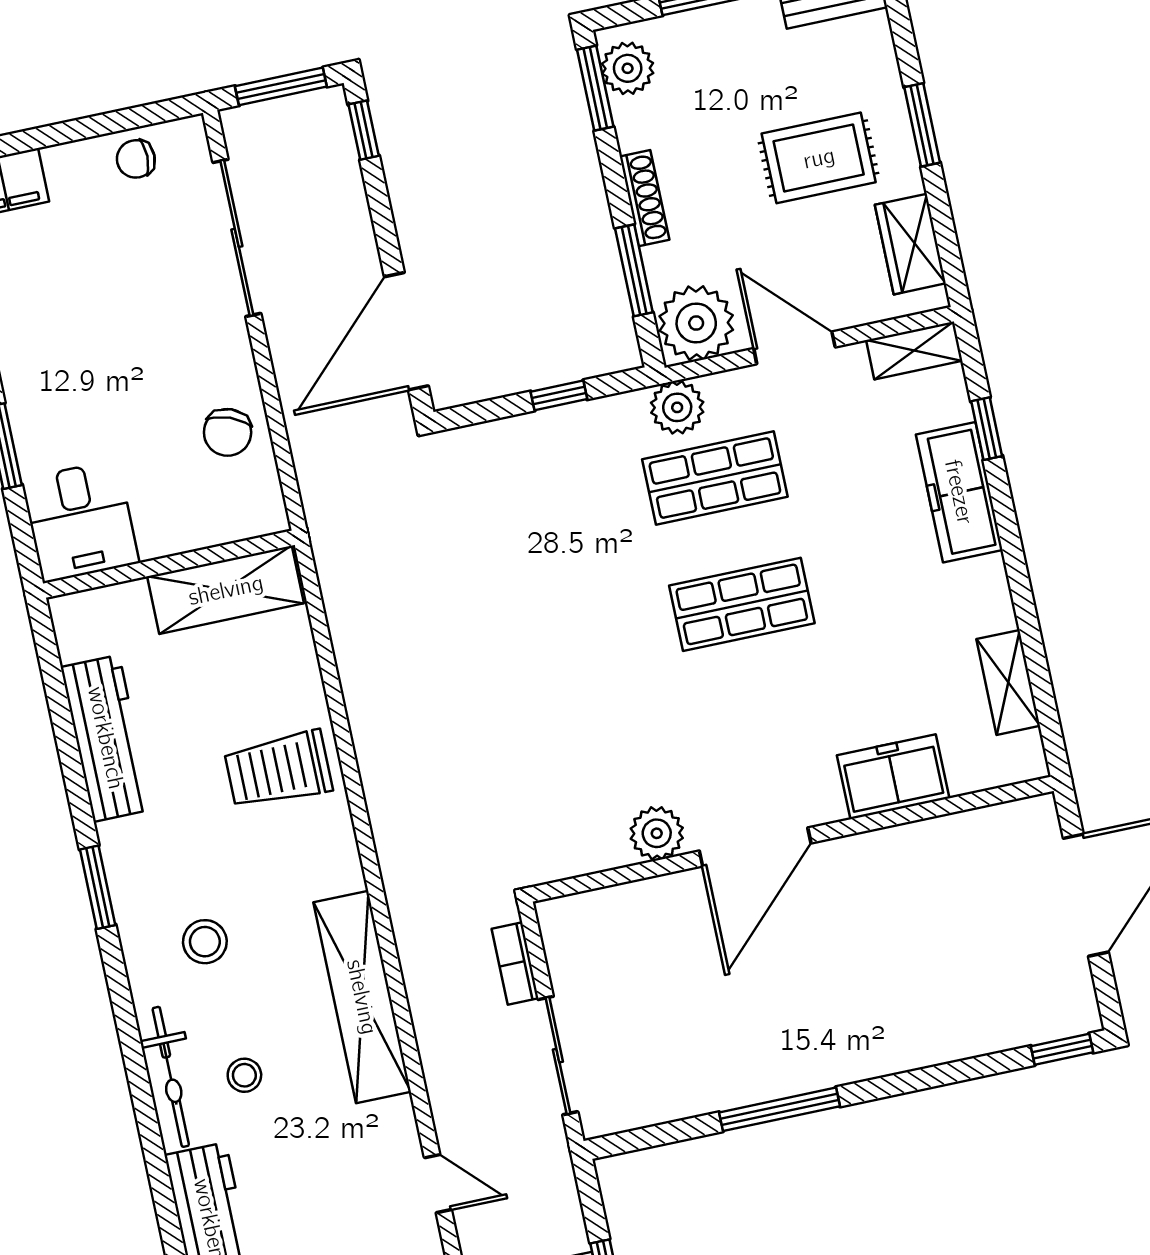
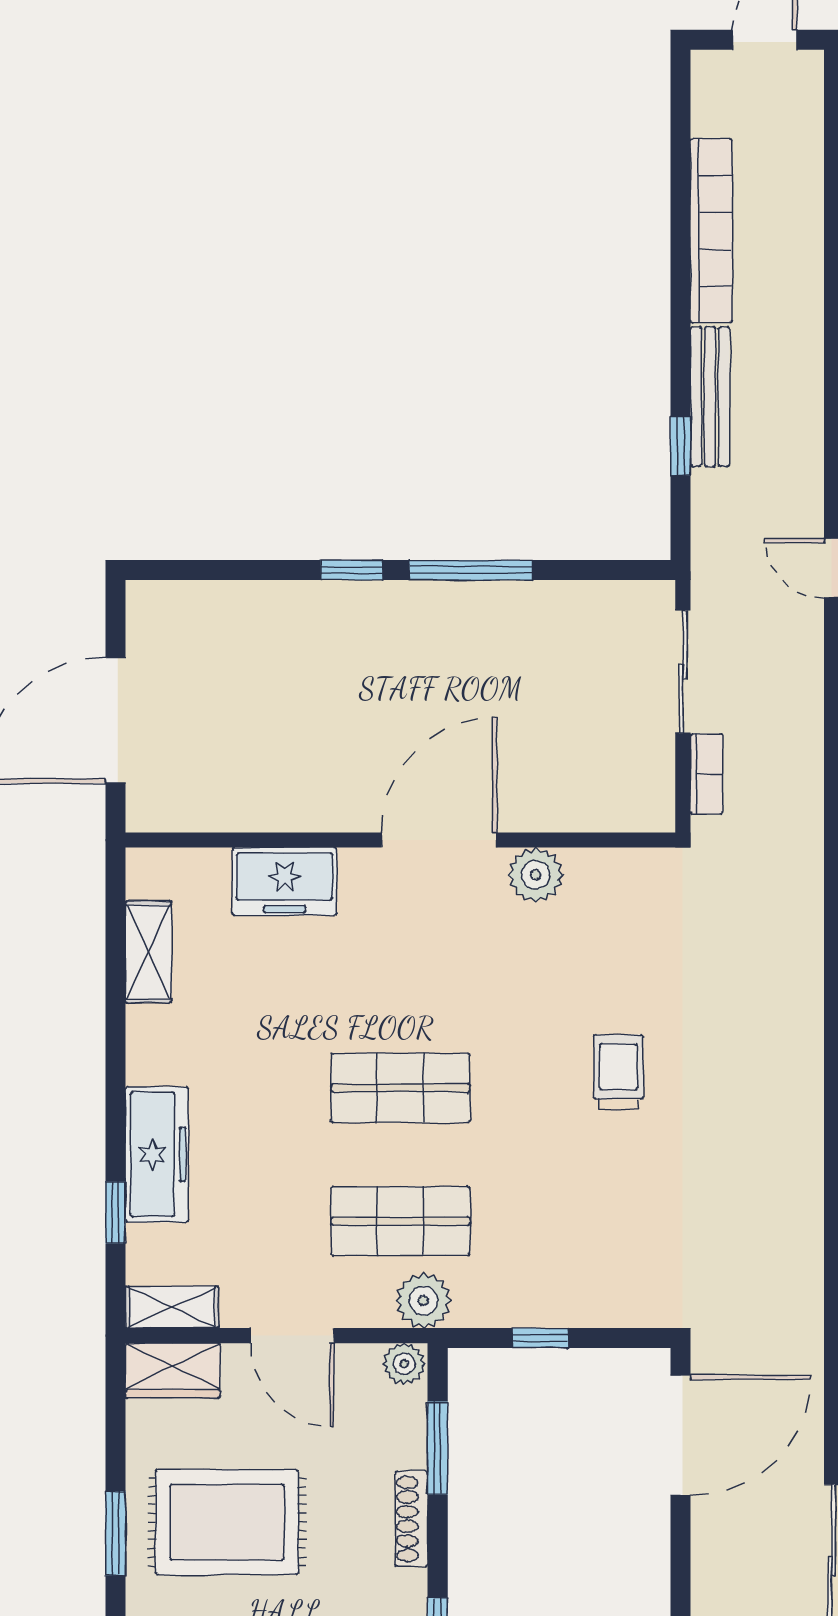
rug: (819, 158) -> (227, 1522), width x1.36, depth x1.43
wardrobe: (910, 244) -> (173, 1371), moved, turned 90
plant: (696, 323) -> (404, 1364), width x0.53, depth x0.53
trolley: (538, 663) -> (618, 1072), added
window: (1062, 1049) -> (352, 570), moved

